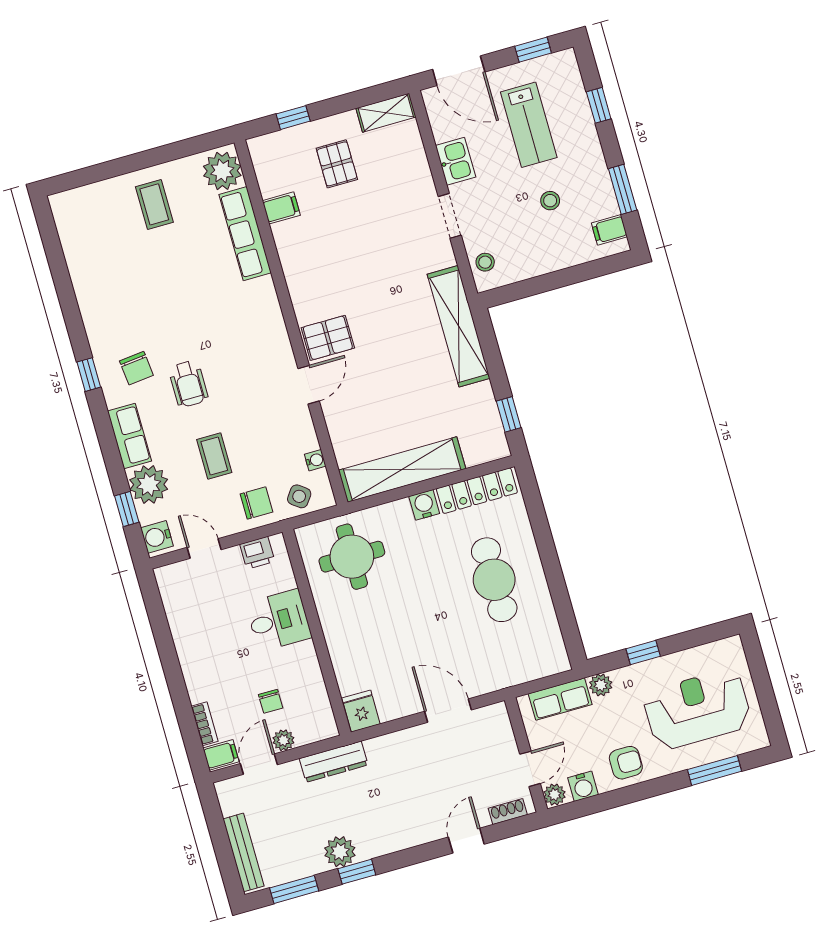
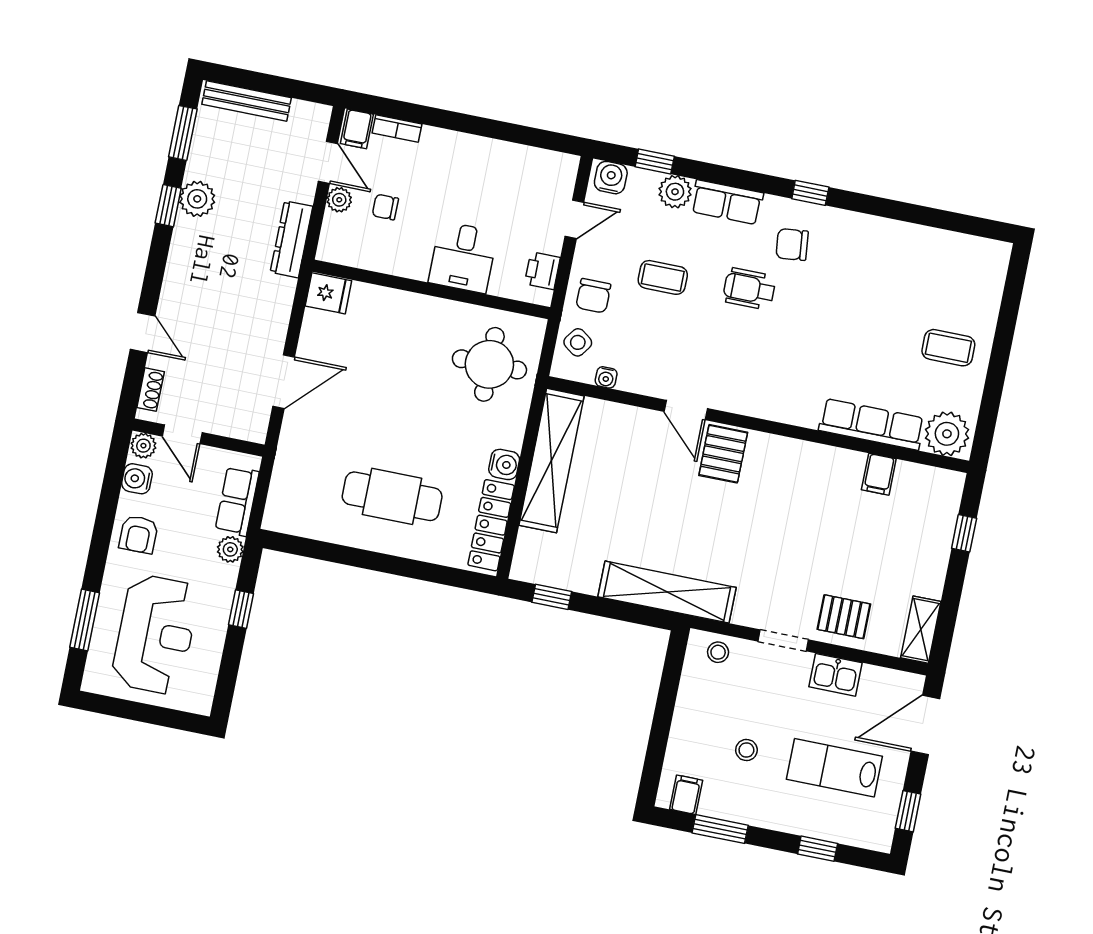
pallet: (337, 164) -> (844, 617), moved
plant: (149, 485) -> (675, 192), width x0.73, depth x0.73

